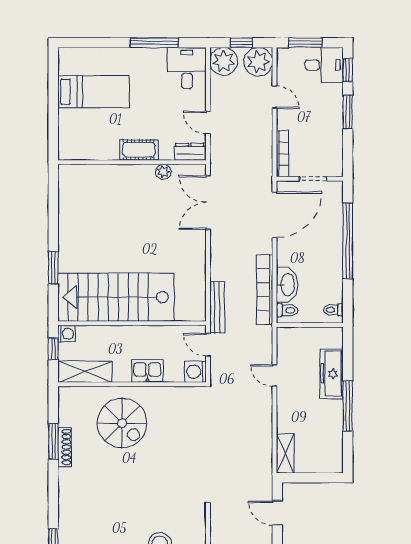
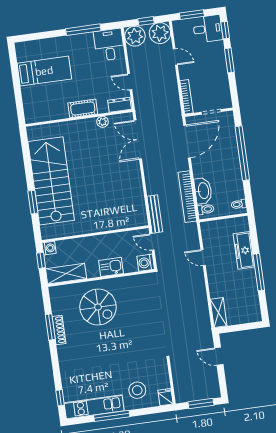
stairs: (116, 297) -> (51, 181), moved, turned 90

